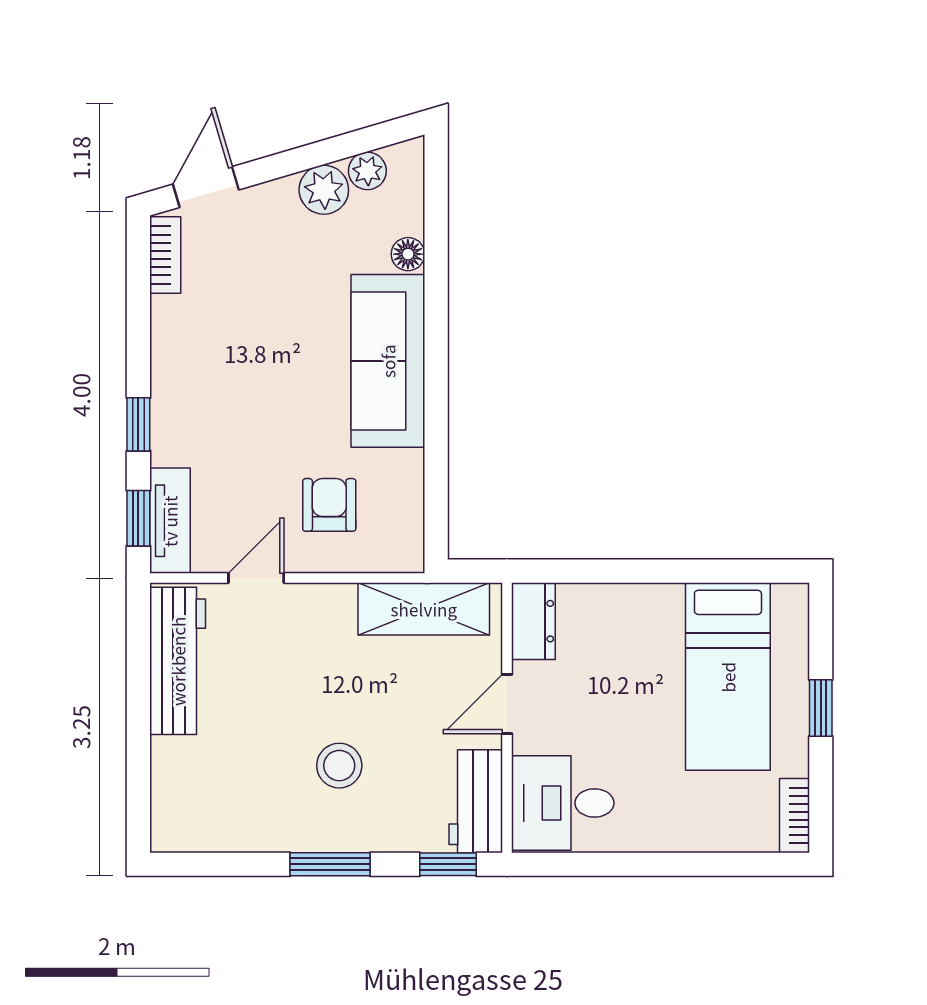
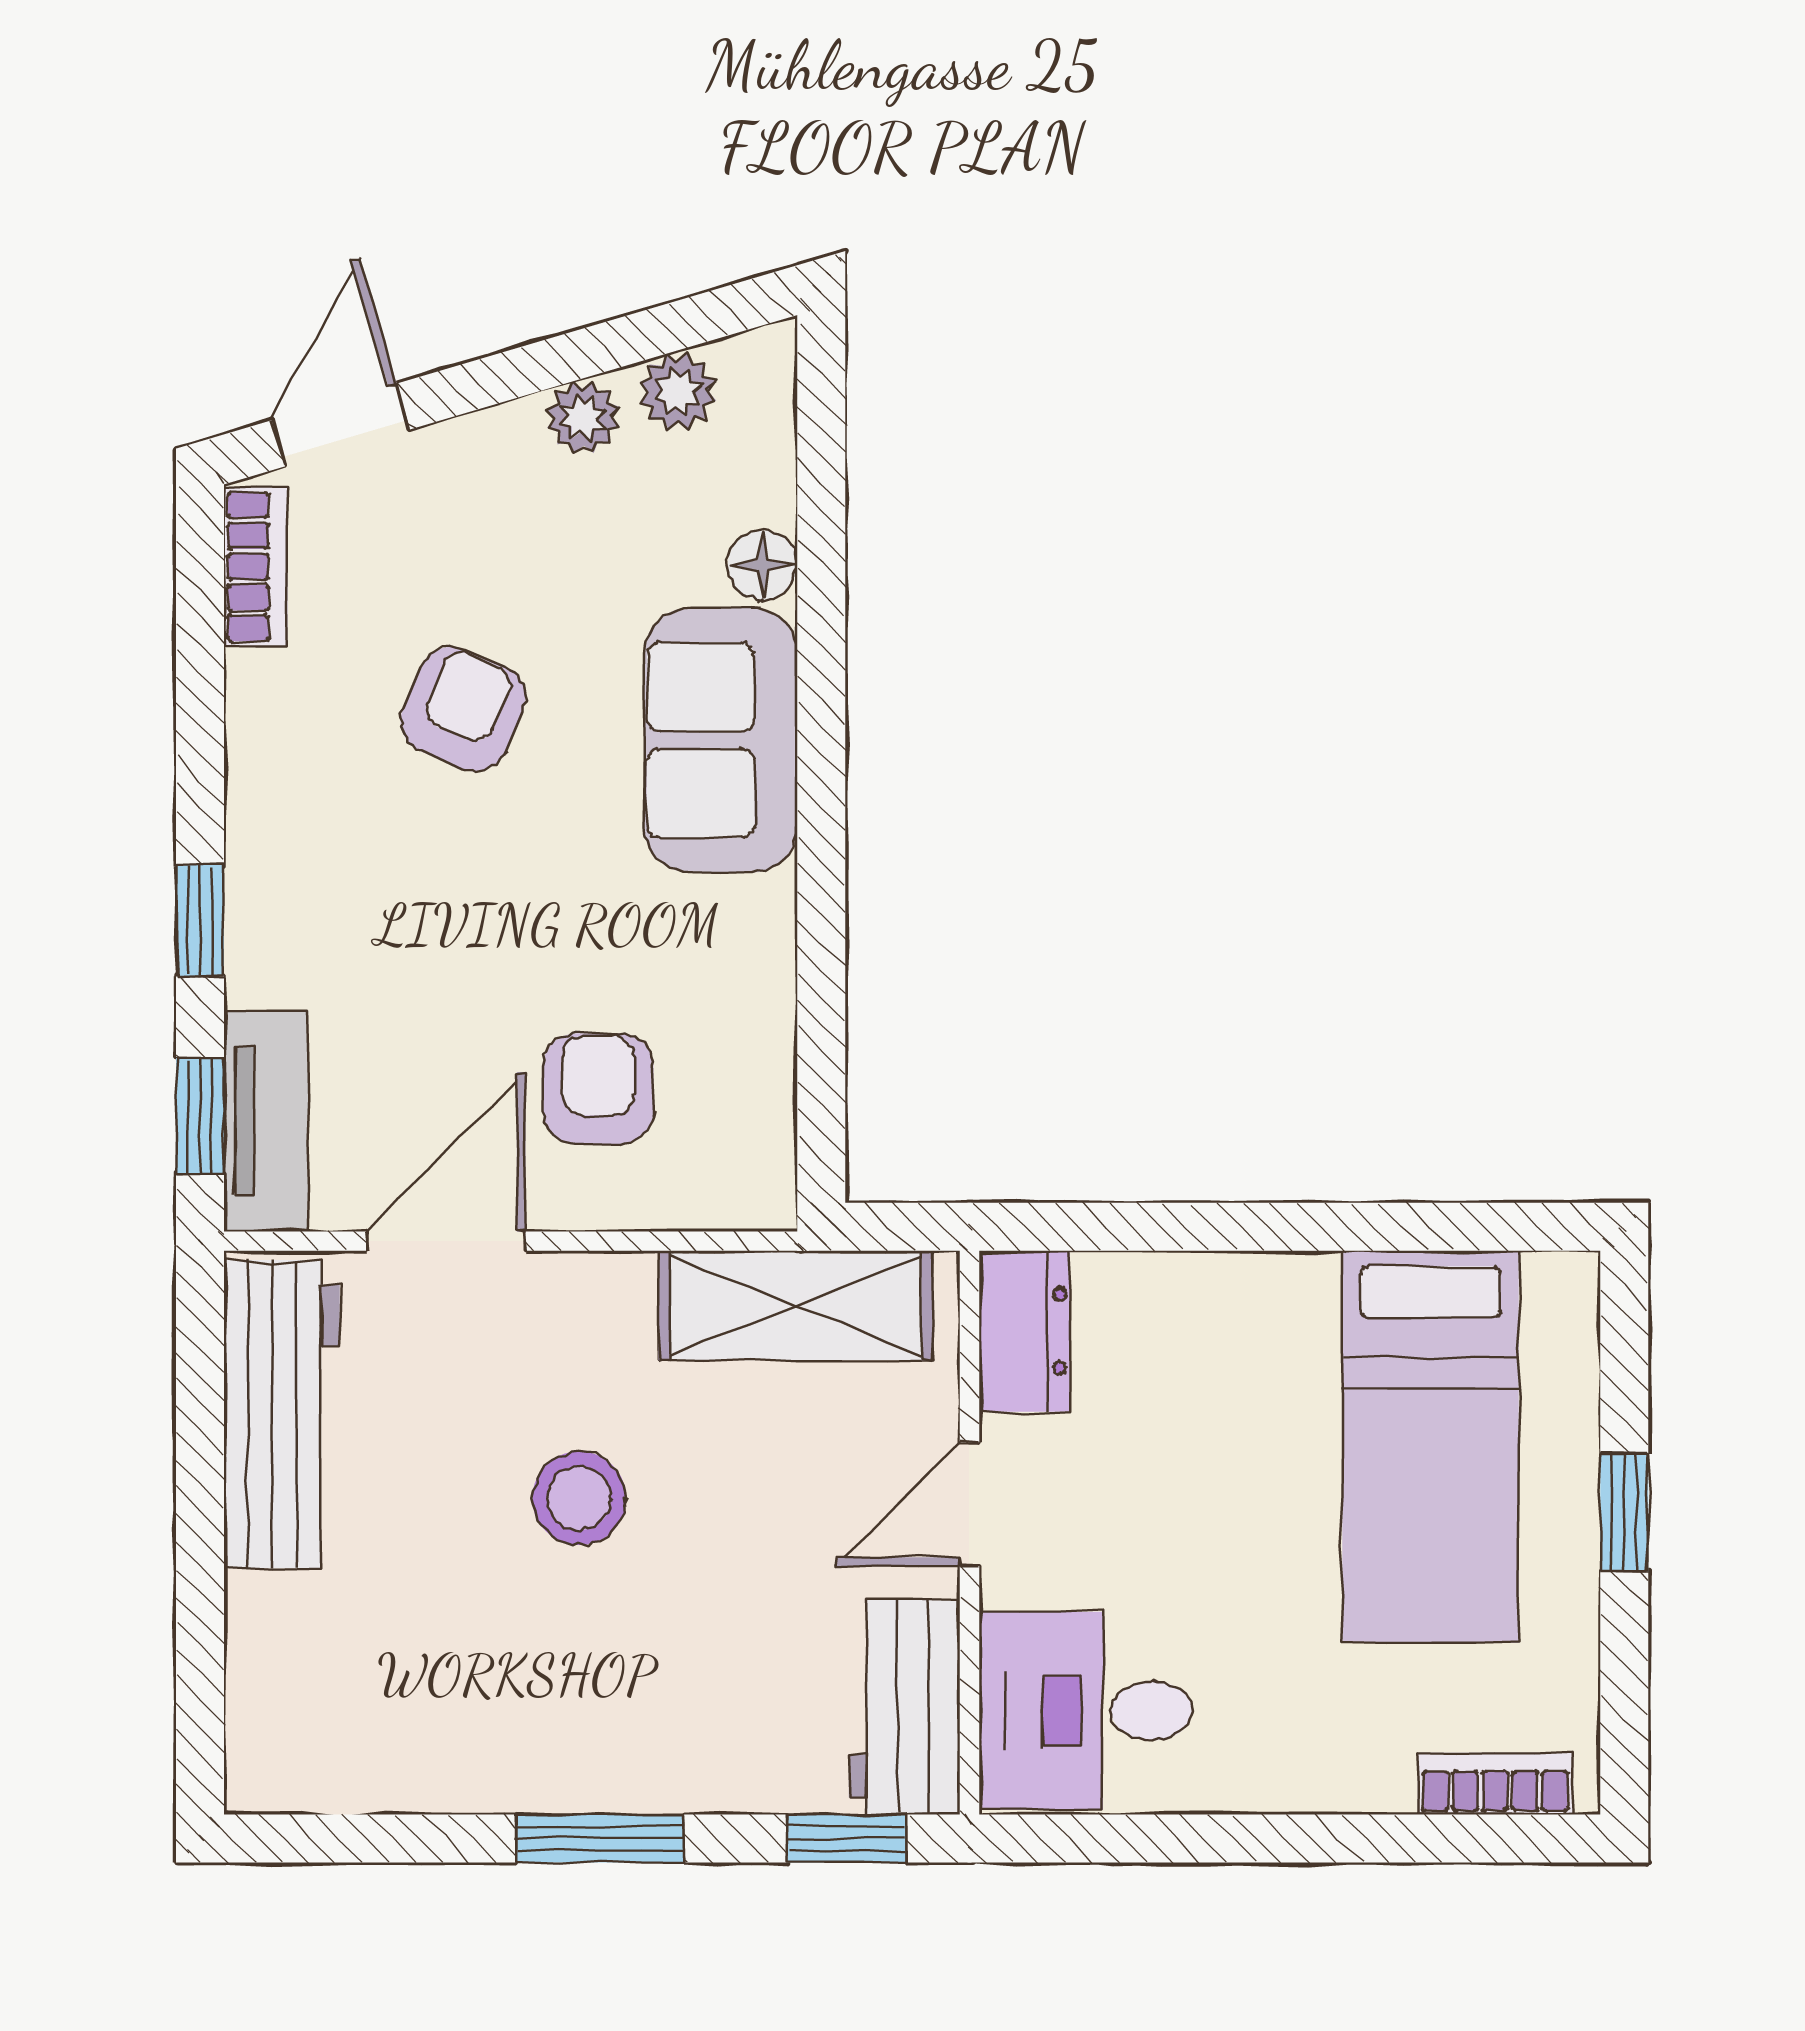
plant: (324, 190) -> (583, 417), width x0.73, depth x0.73
armchair: (264, 323) -> (463, 709), added
sofa: (388, 361) -> (721, 740), width x0.73
door: (256, 578) -> (446, 1241), width x1.38
stool: (339, 766) -> (579, 1498), moved
bookcase: (794, 816) -> (1495, 1784), moved, turned 90

